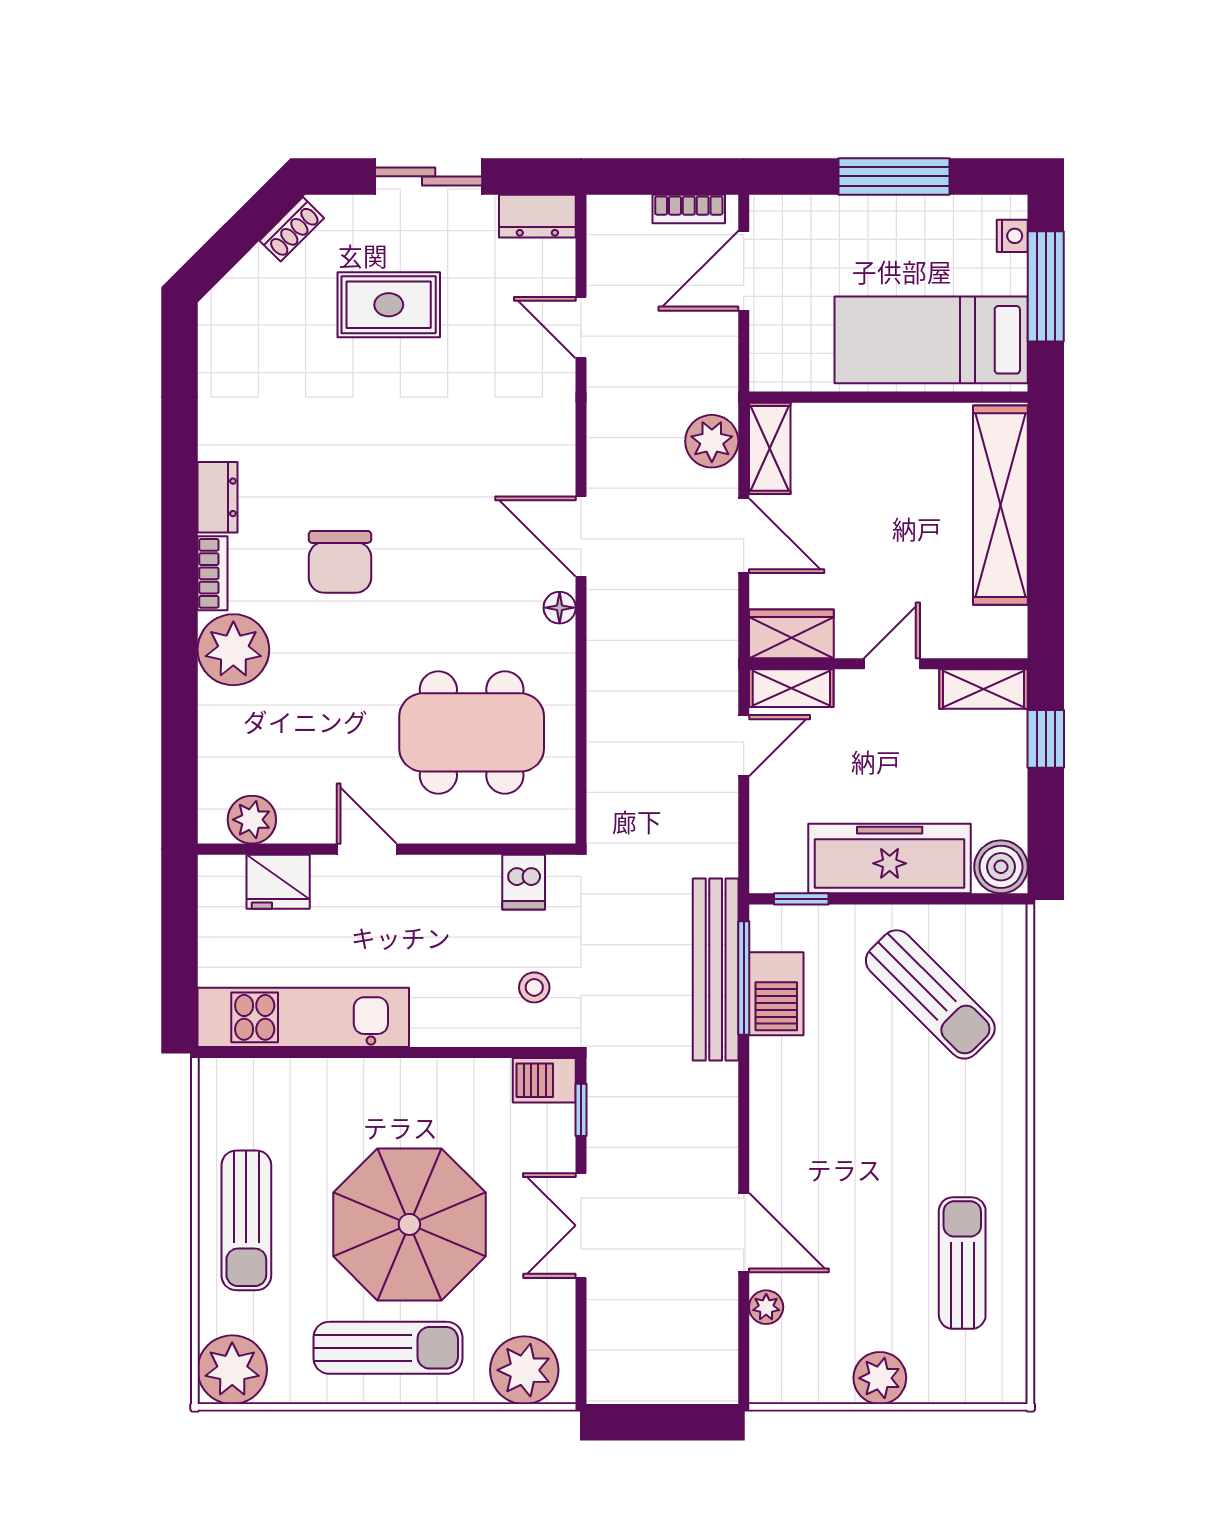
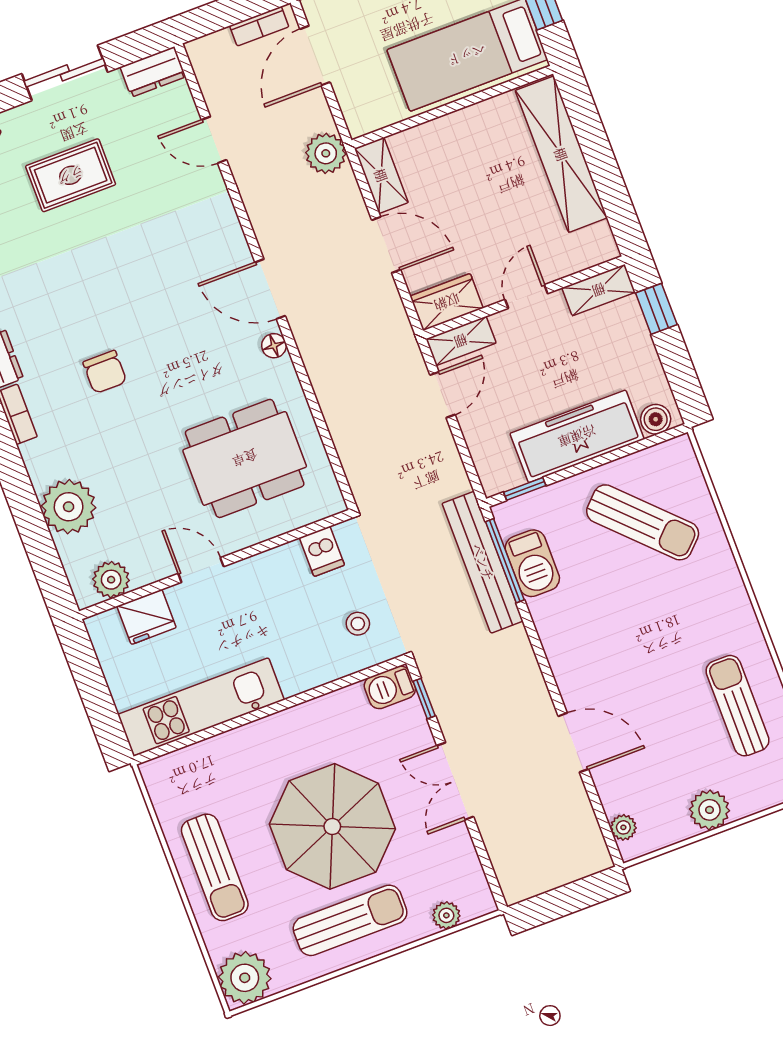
plant: (712, 441) -> (326, 153), moved
chair: (340, 562) -> (105, 372), width x0.73, depth x0.73
plant: (233, 650) -> (69, 507), moved
boiler: (1001, 867) -> (656, 419), width x0.73, depth x0.73
plant: (766, 1307) -> (623, 827), moved
plant: (524, 1370) -> (446, 915), width x0.53, depth x0.53

